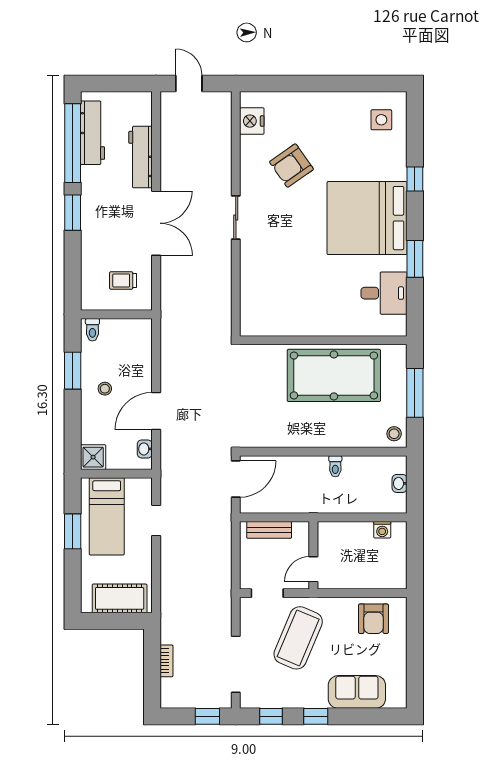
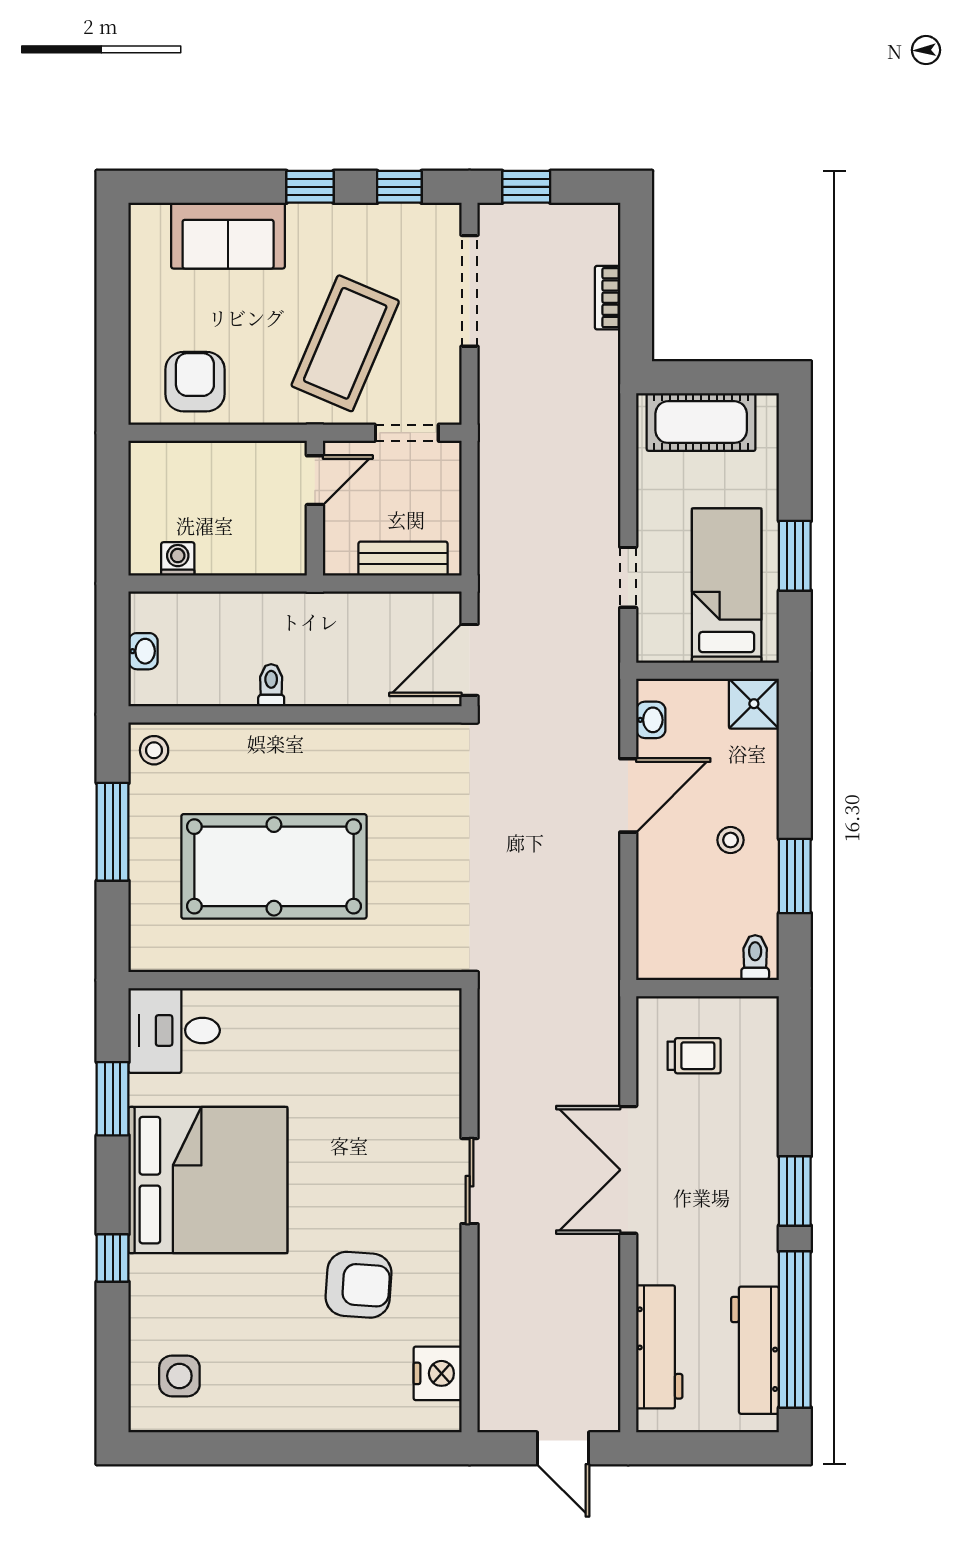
workbench: (141, 157) -> (659, 1347), moved
armchair: (291, 166) -> (358, 1285), turned 39
wall: (323, 340) -> (295, 980), moved

